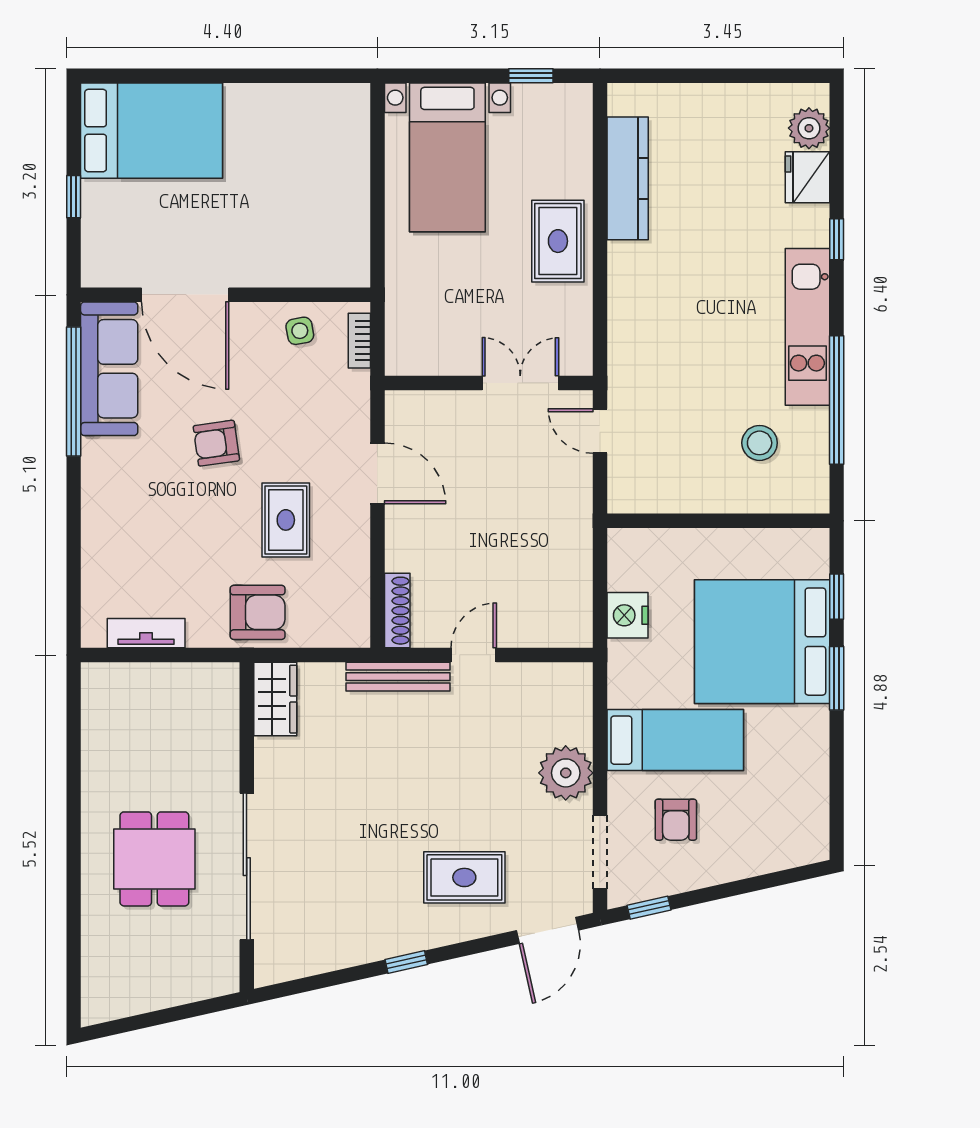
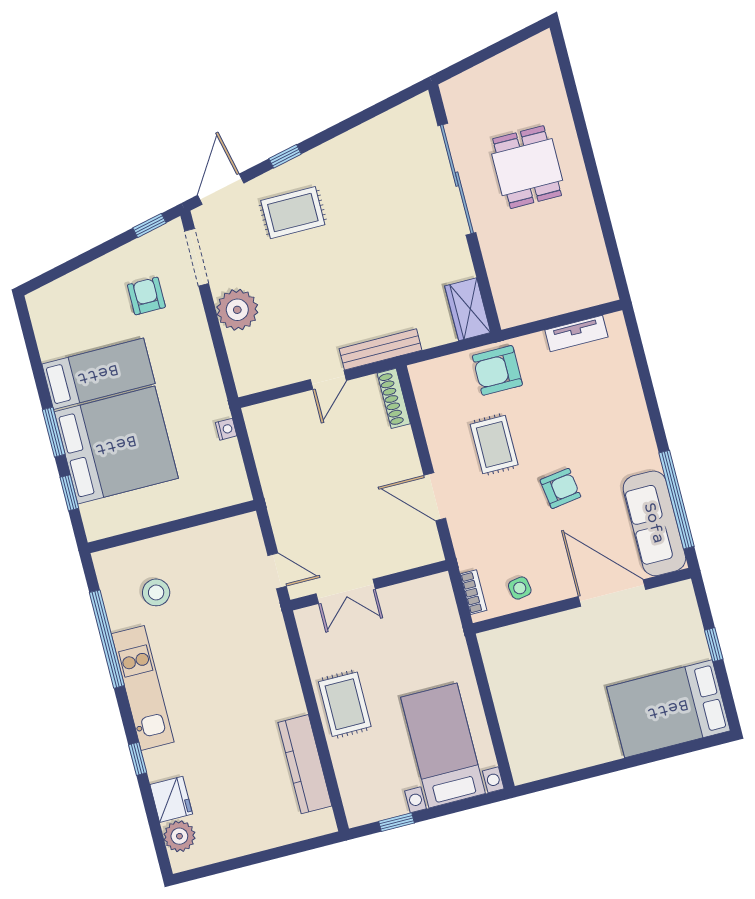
nightstand: (628, 615) -> (226, 429), width x0.53, depth x0.56
bed: (675, 740) -> (98, 374), moved, turned 180
window: (406, 962) -> (285, 156), moved

